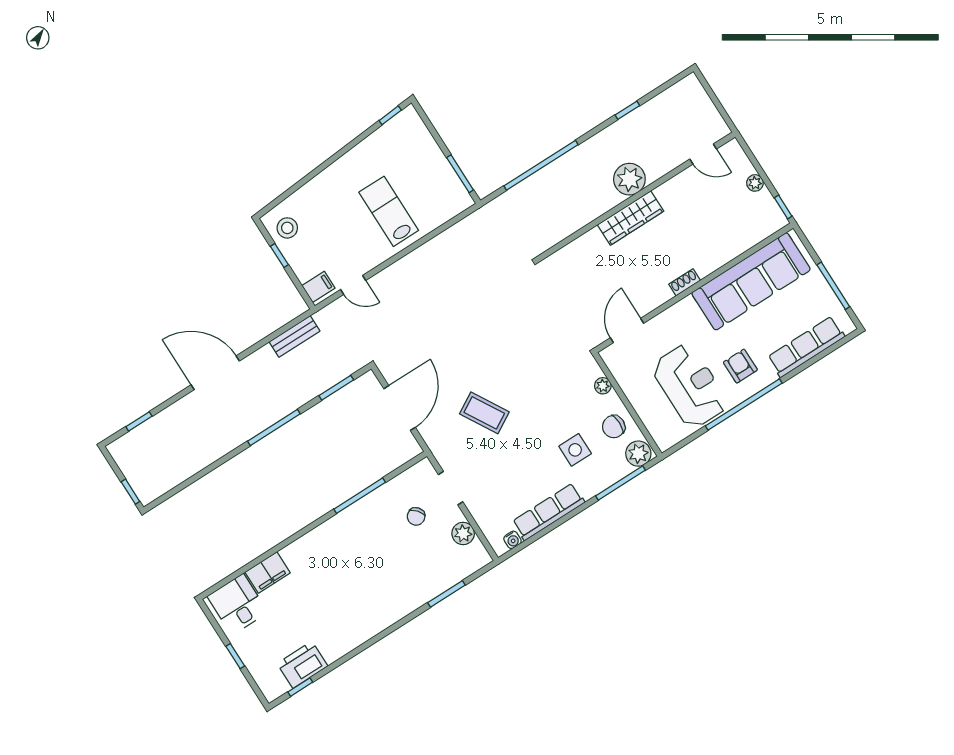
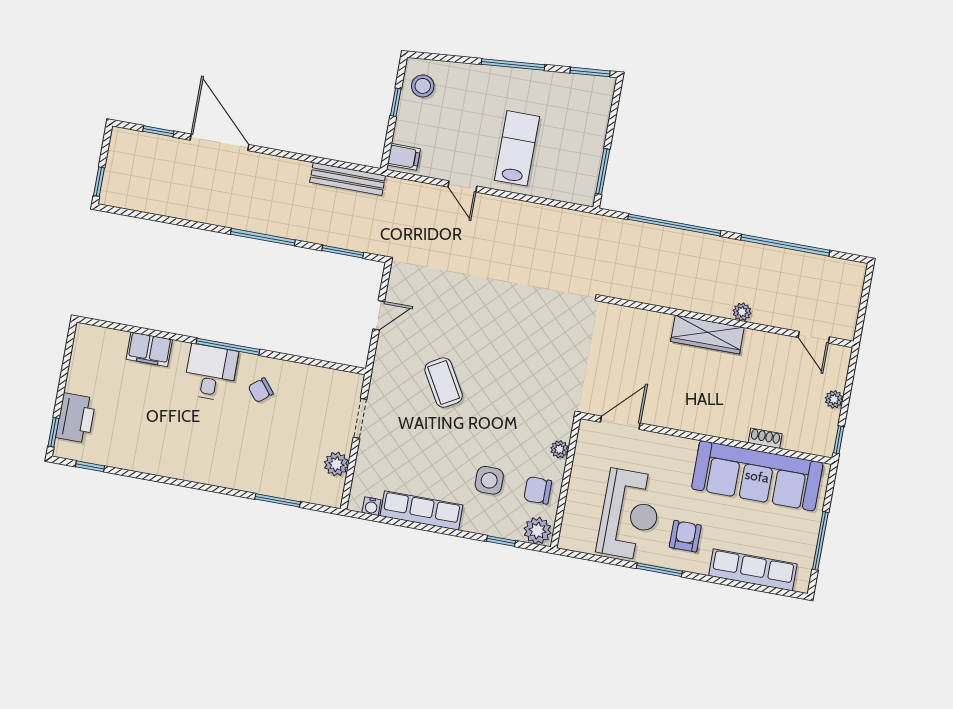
window: (627, 110) -> (785, 245), width x3.17
window: (390, 115) -> (590, 72), width x1.50
window: (334, 158) -> (513, 64), added
plant: (629, 179) -> (742, 312), width x0.53, depth x0.53
shoe rack: (685, 282) -> (765, 438), moved
door: (353, 285) -> (462, 186), moved
bench: (295, 336) -> (348, 179), width x1.36
door: (215, 373) -> (219, 142), moved
window: (744, 404) -> (659, 570), width x0.47
door: (400, 408) -> (379, 315), width x0.53
window: (620, 483) -> (501, 541), width x0.46
window: (360, 496) -> (228, 347), moved
chair: (416, 516) -> (261, 390), moved
desk: (238, 604) -> (211, 373), moved
window: (235, 656) -> (53, 432), moved
printer: (302, 665) -> (76, 418), moved, turned 90

